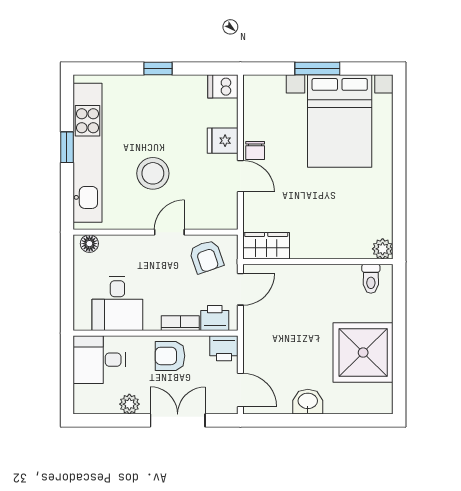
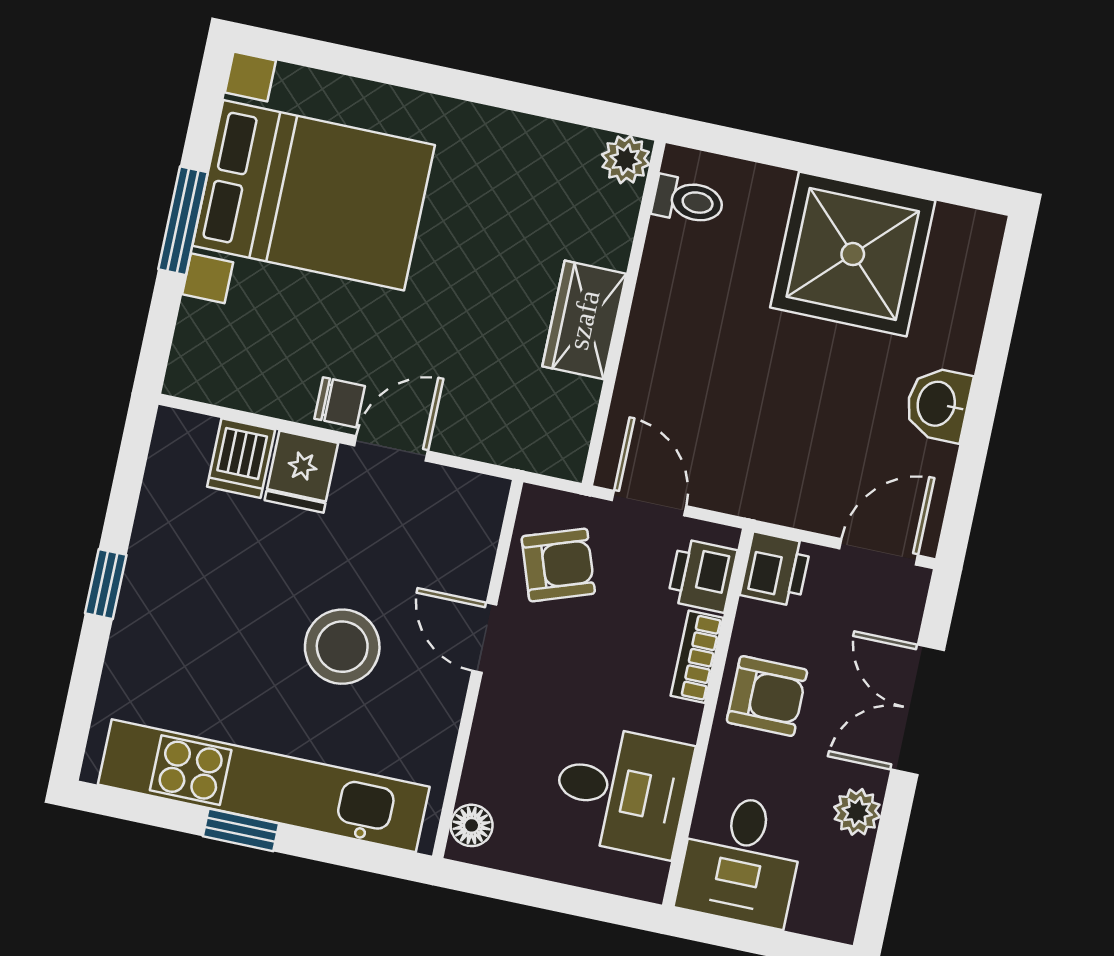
dishwasher: (223, 86) -> (241, 458), moved
wardrobe: (266, 246) -> (584, 320), moved
armchair: (170, 356) -> (767, 696), turned -90

